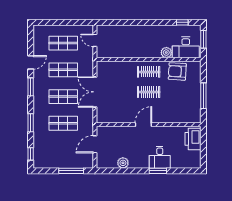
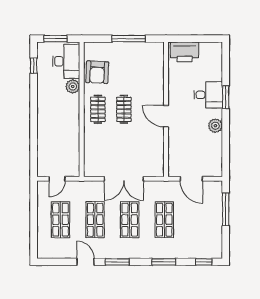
plant: (123, 163) -> (215, 126), moved

